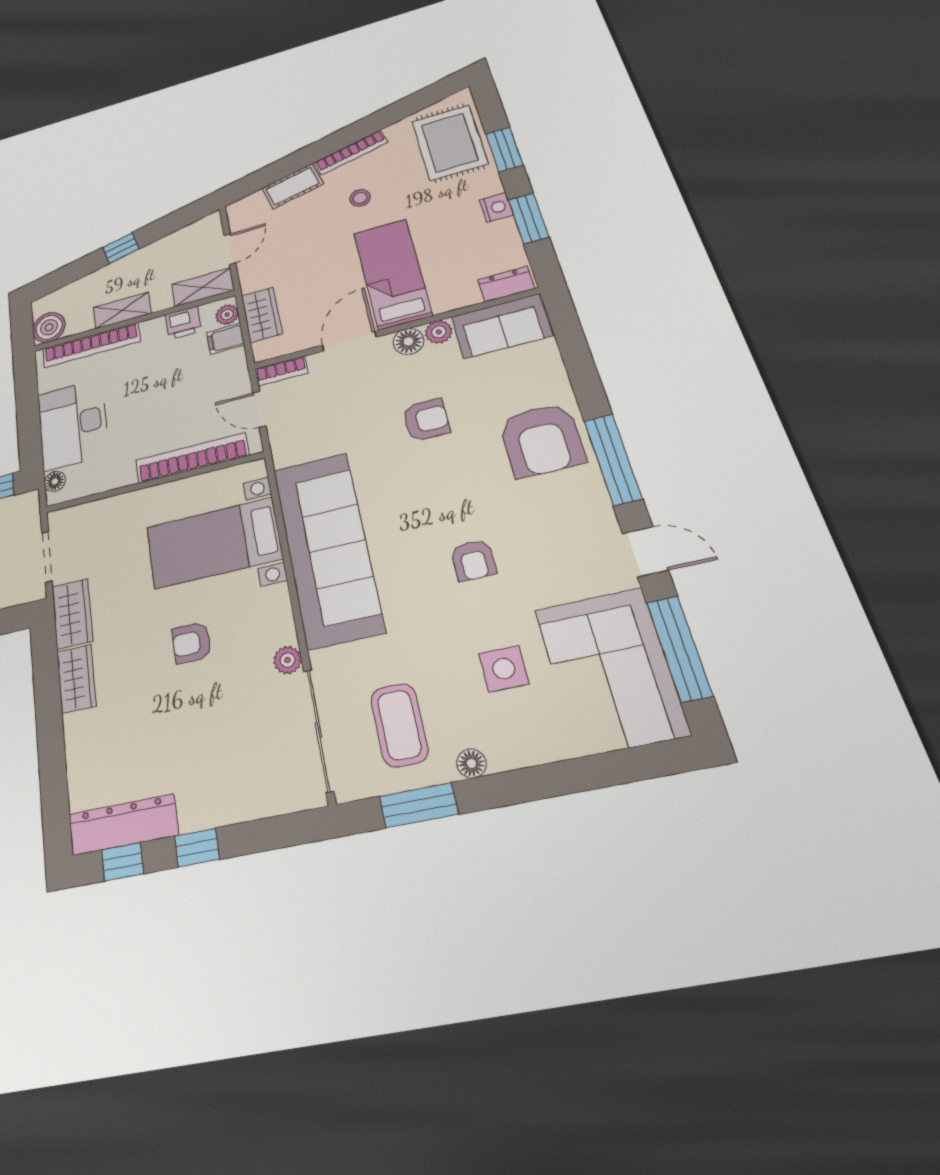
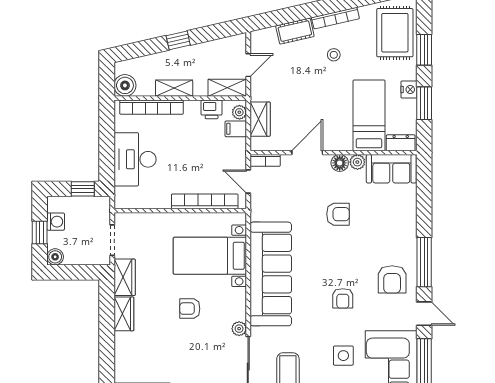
bed: (392, 274) -> (369, 115), moved
armchair: (542, 440) -> (392, 279), moved, width x0.73, depth x0.73
floor lamp: (55, 481) -> (121, 194), removed

